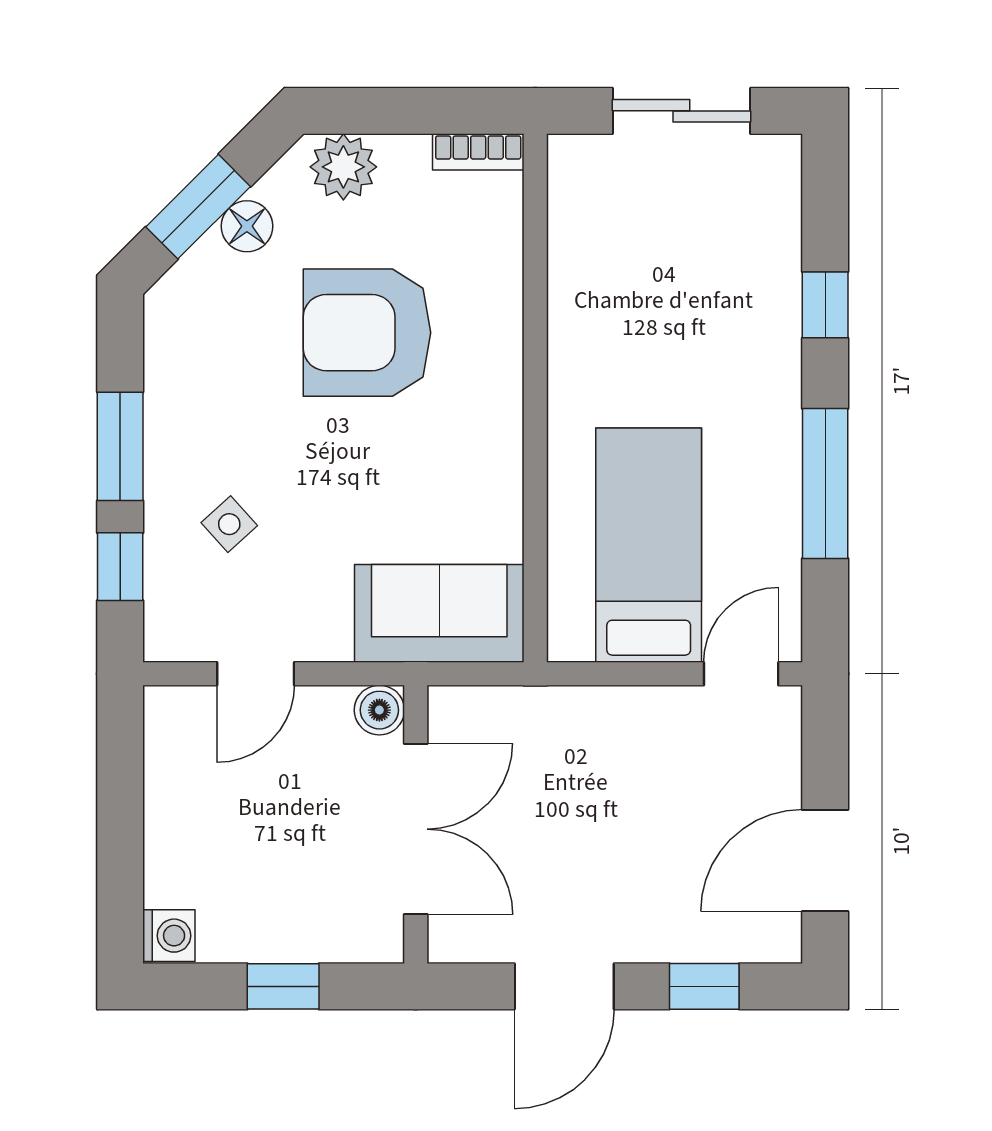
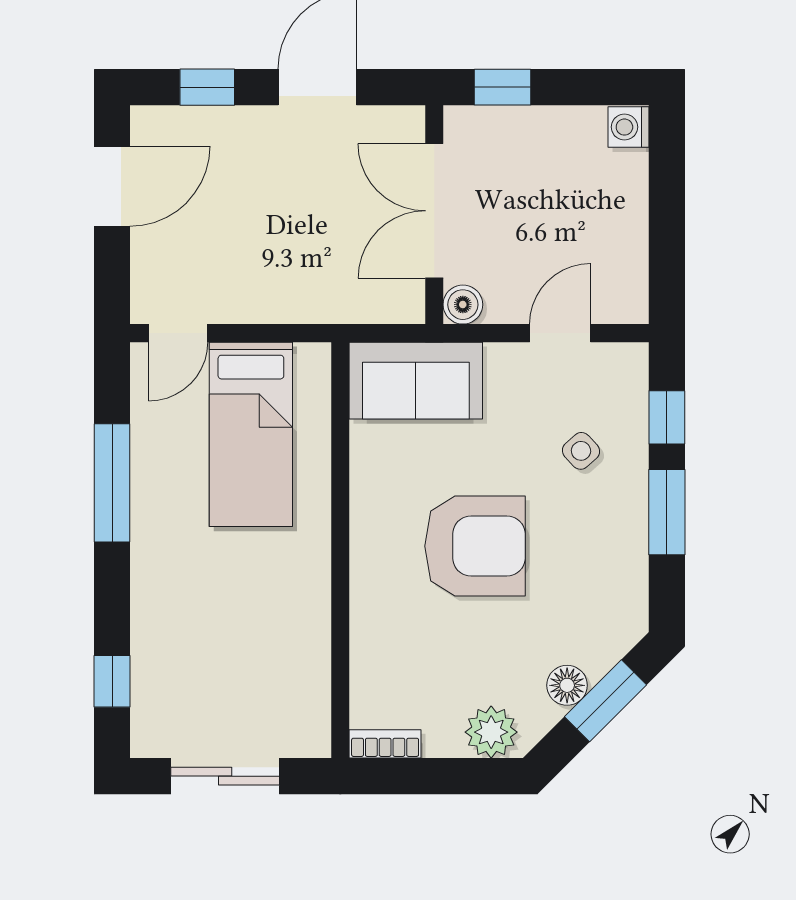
window: (825, 305) -> (112, 681), moved
armchair: (367, 333) -> (475, 546), moved
window: (283, 986) -> (502, 87), moved

